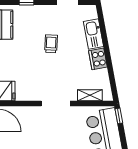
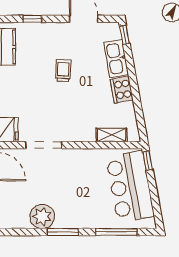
window: (100, 15) -> (125, 35), added
doorway: (56, 103) -> (44, 145), moved

